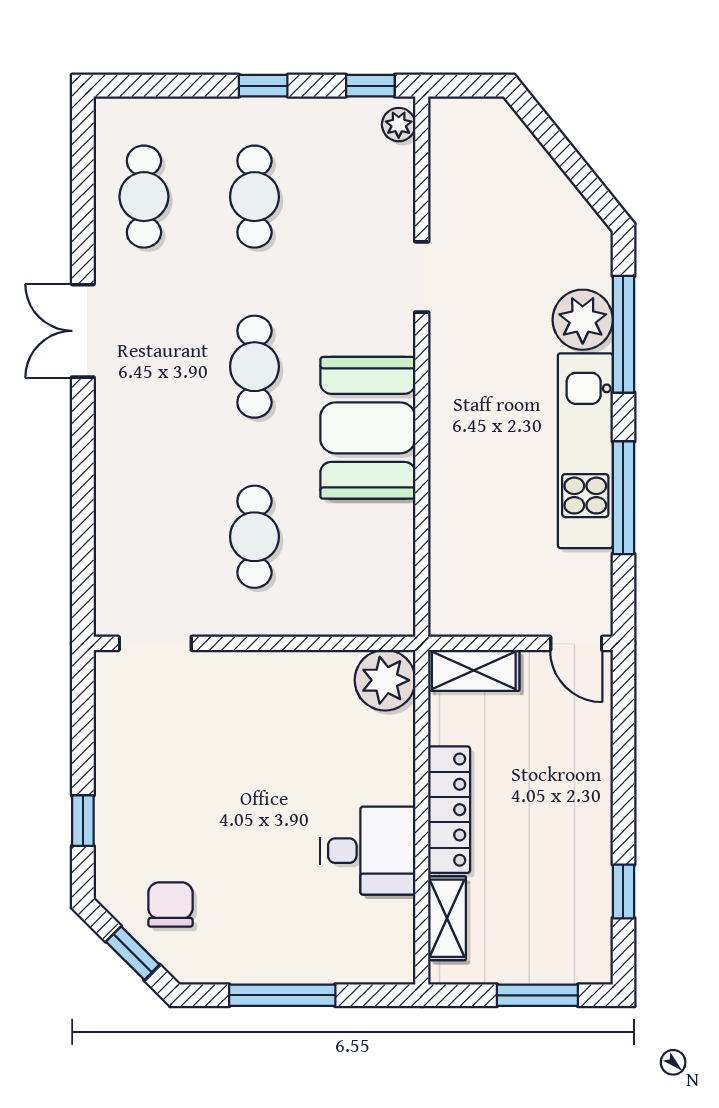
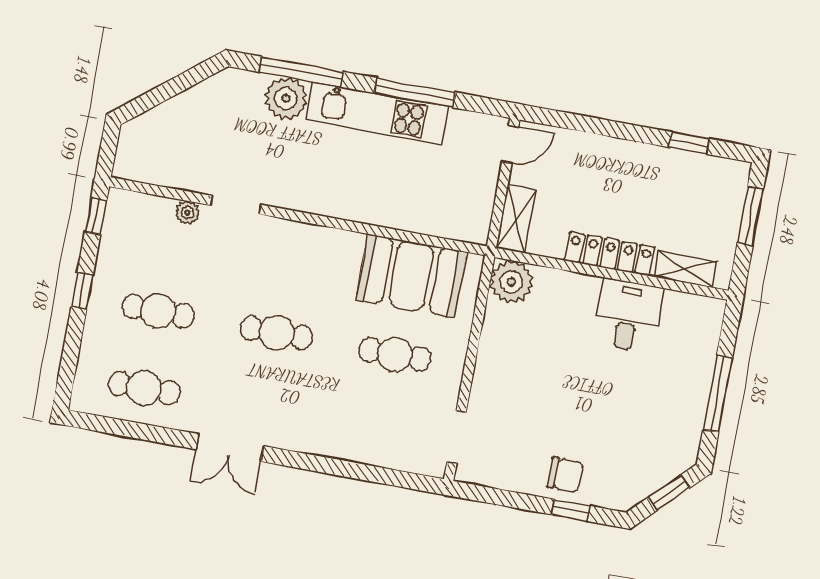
plant: (399, 125) -> (187, 213), moved
booth: (368, 428) -> (411, 276), moved
chair: (170, 905) -> (565, 475), moved, turned 180

